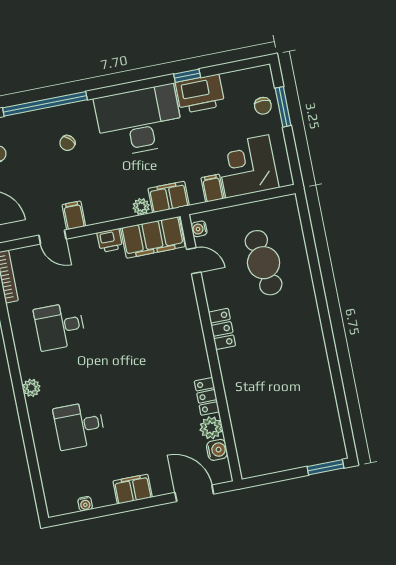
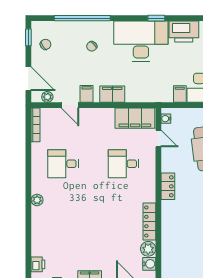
window: (187, 76) -> (156, 18), moved
filing cabinet: (169, 197) -> (112, 94), moved
plant: (141, 207) -> (47, 97), moved
printer: (110, 240) -> (38, 264), moved, turned -90
locker: (207, 396) -> (149, 222), width x1.53
desk: (79, 425) -> (124, 164), moved

